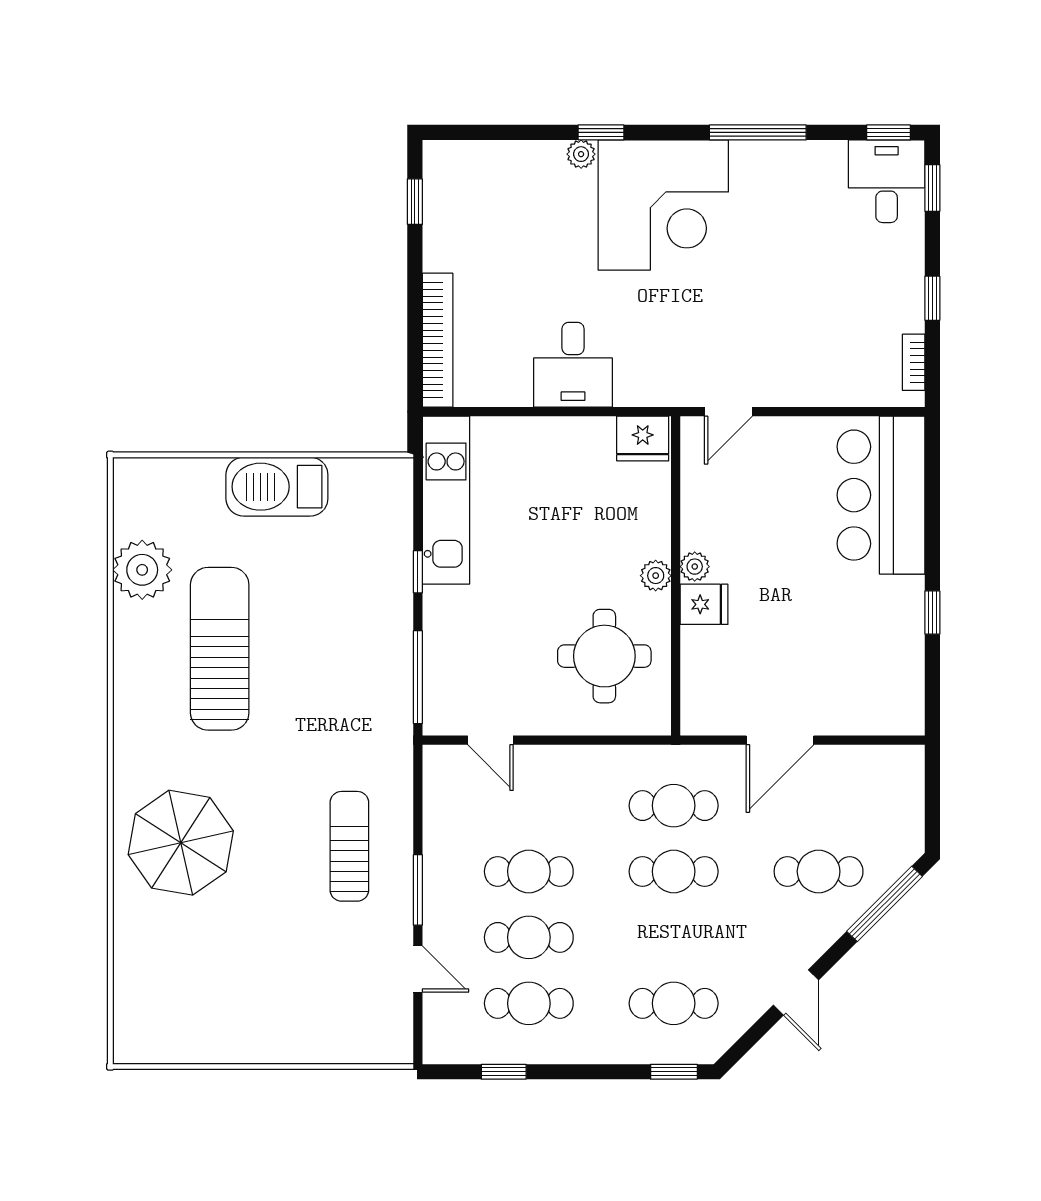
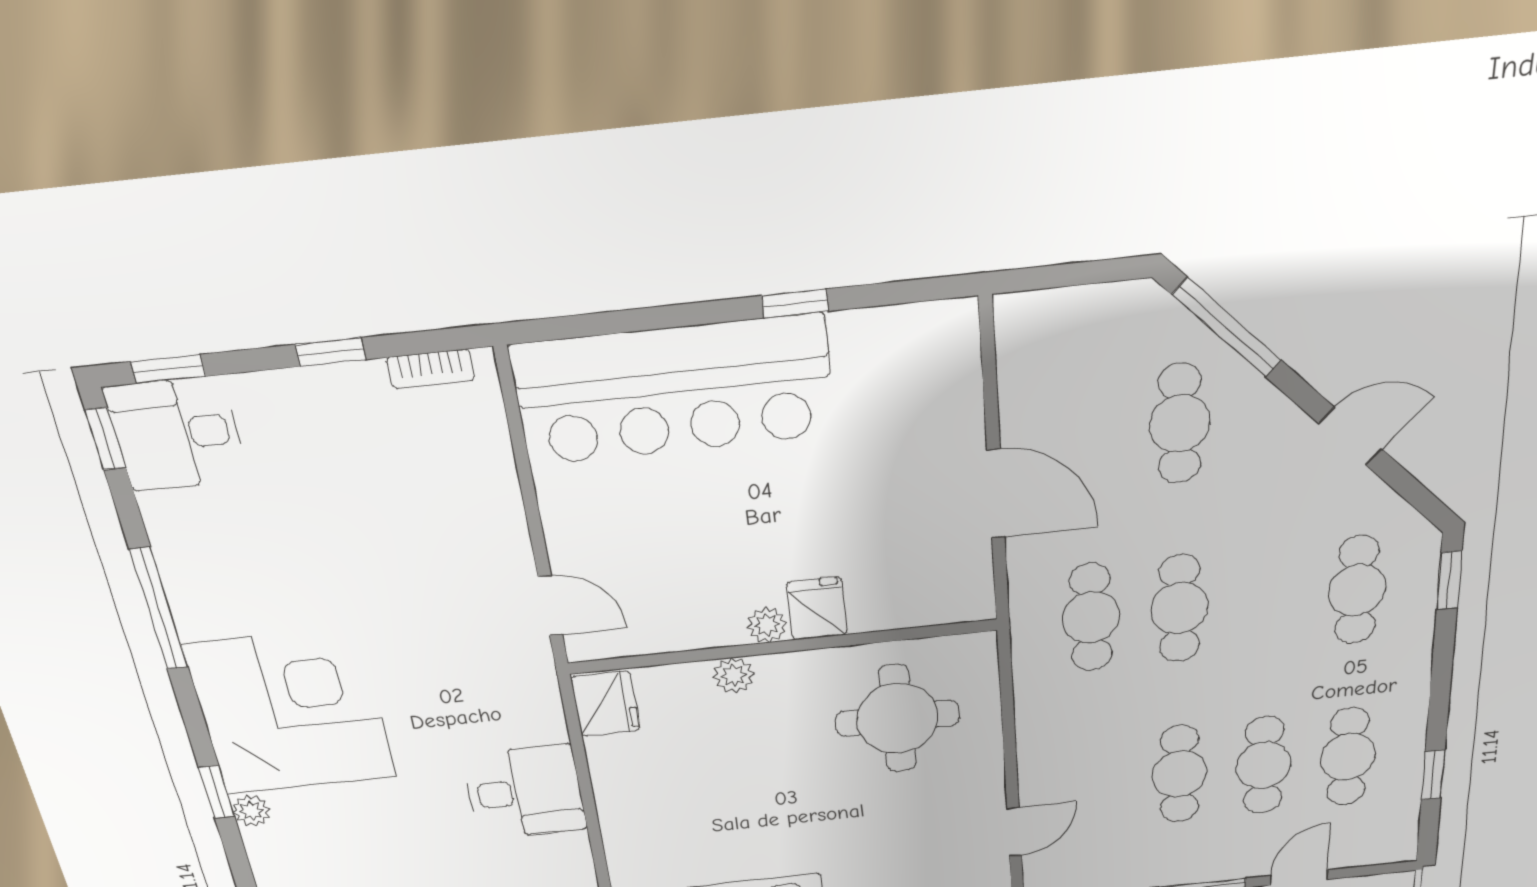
bar counter: (881, 495) -> (674, 390), width x1.36
plant: (656, 576) -> (734, 675), moved

